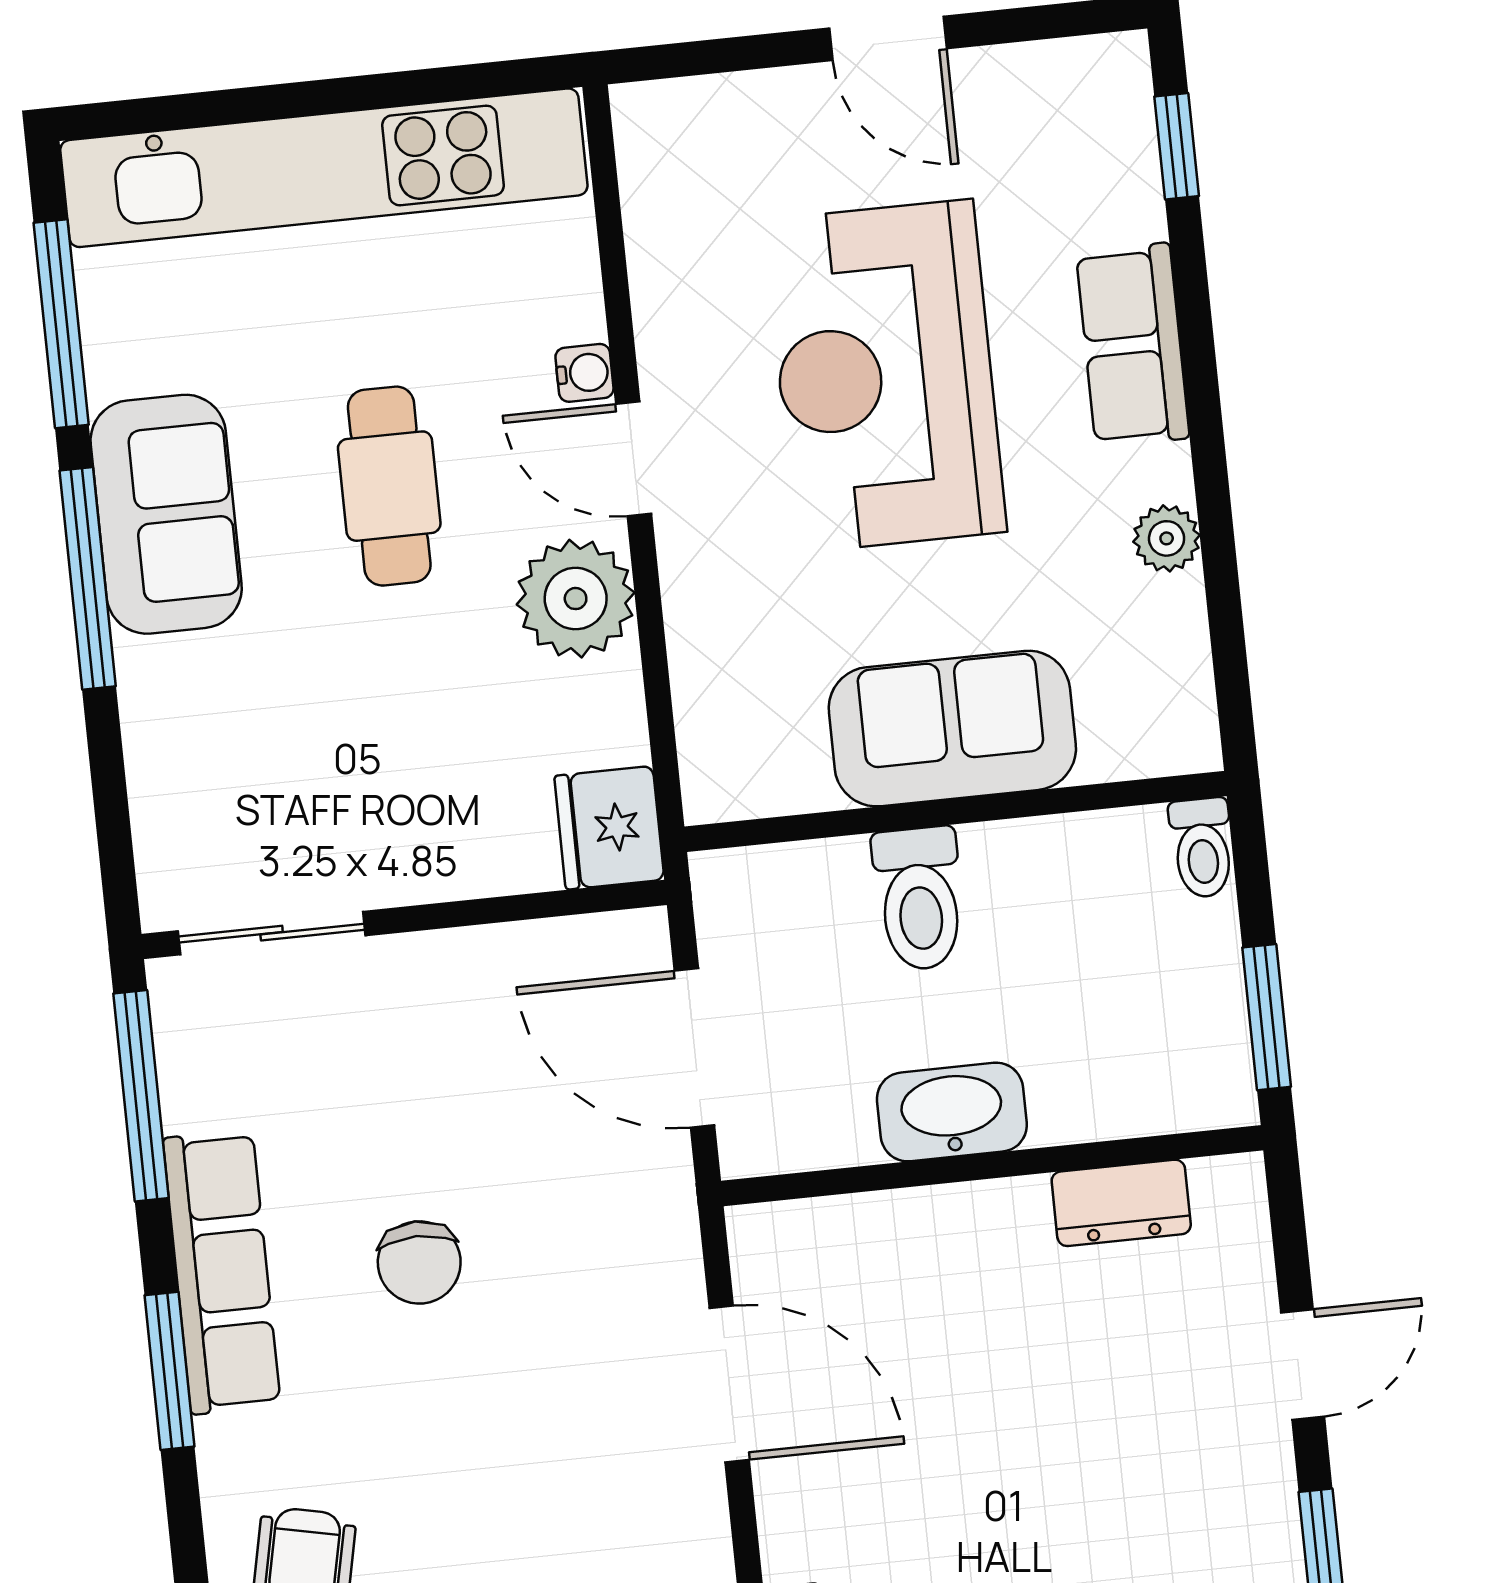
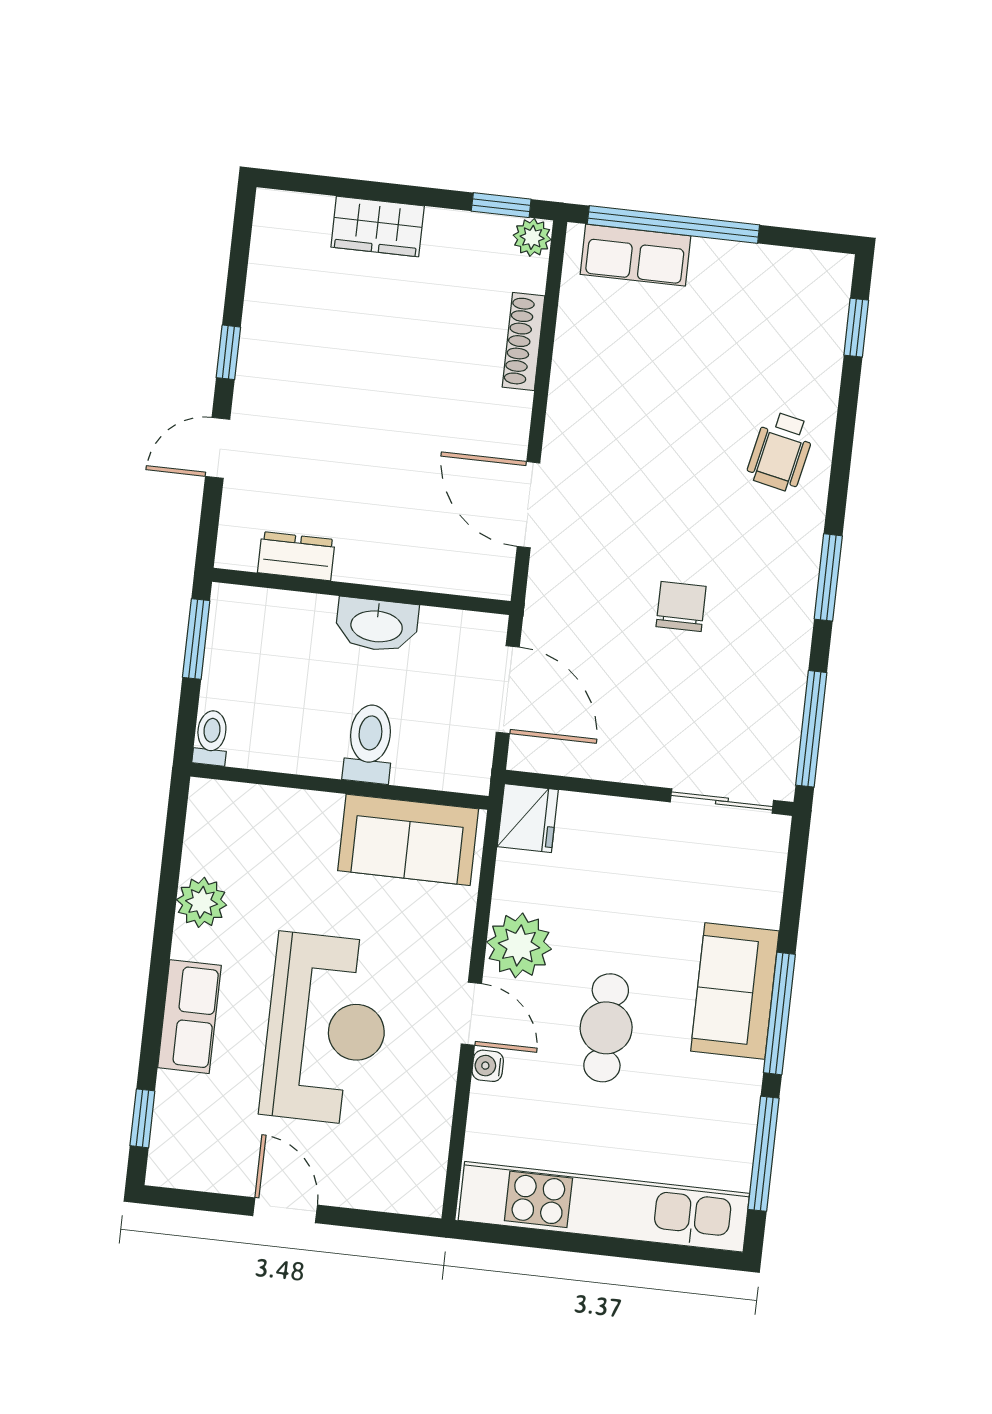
sofa: (166, 514) -> (735, 991), moved
plant: (1167, 538) -> (202, 902), width x1.38, depth x1.38
sofa: (952, 729) -> (408, 840), moved
row of seats: (222, 1272) -> (789, 625), removed

